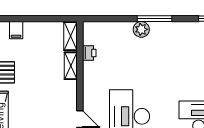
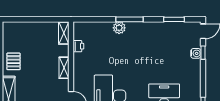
filing cabinet: (16, 30) -> (21, 28), removed
shelving: (71, 66) -> (64, 68), moved

